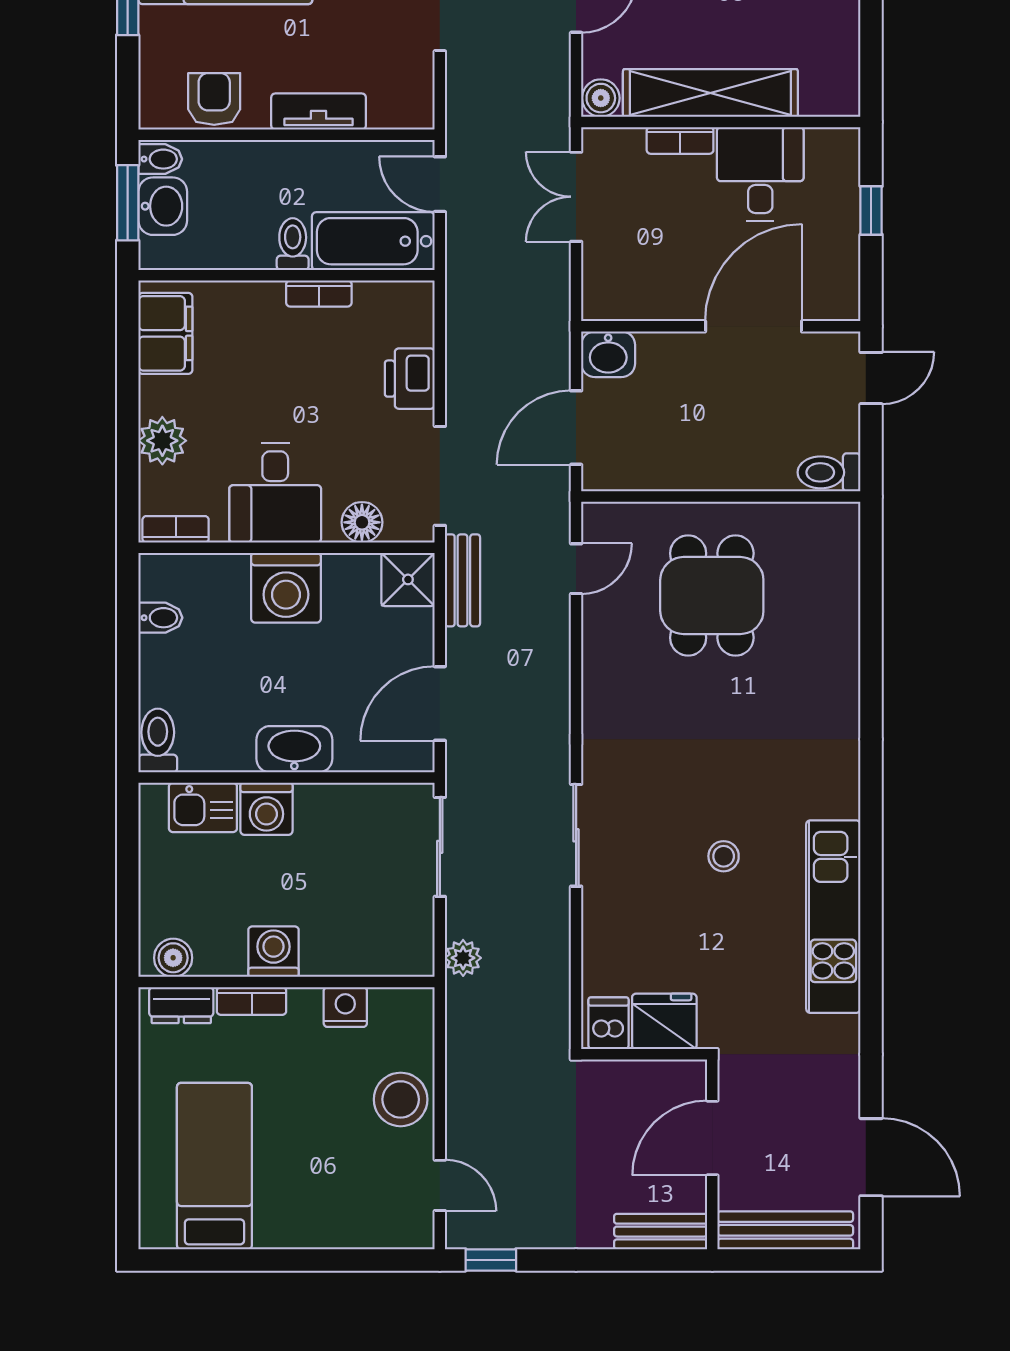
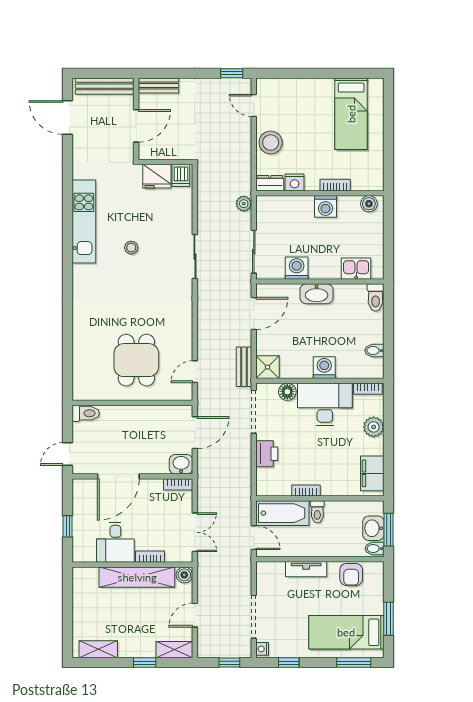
bookcase: (615, 308) -> (178, 484), added
desk: (275, 493) -> (325, 404), width x1.37
washing machine: (286, 588) -> (324, 368), width x0.73, depth x0.73
washing machine: (266, 809) -> (297, 268), moved
dresser: (181, 1005) -> (270, 183), moved

